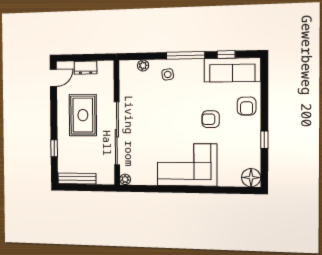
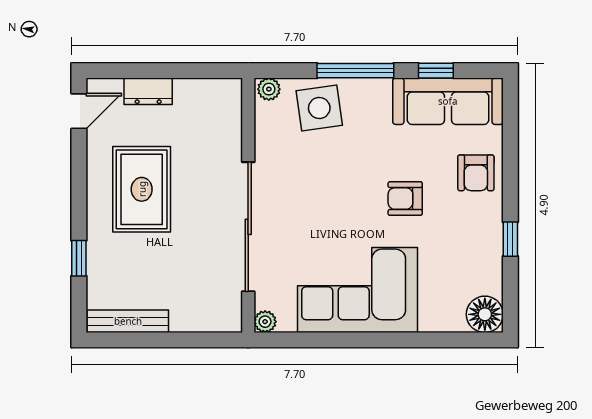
side table: (168, 74) -> (319, 108), width x1.87, depth x1.87
wall: (117, 123) -> (248, 205), moved
sliding door: (117, 133) -> (248, 227), moved
plant: (125, 179) -> (265, 322), moved

